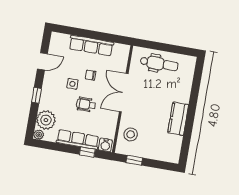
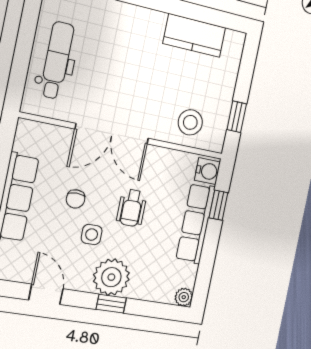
kitchen counter: (178, 119) -> (194, 36), moved
plant: (46, 120) -> (111, 277), moved

